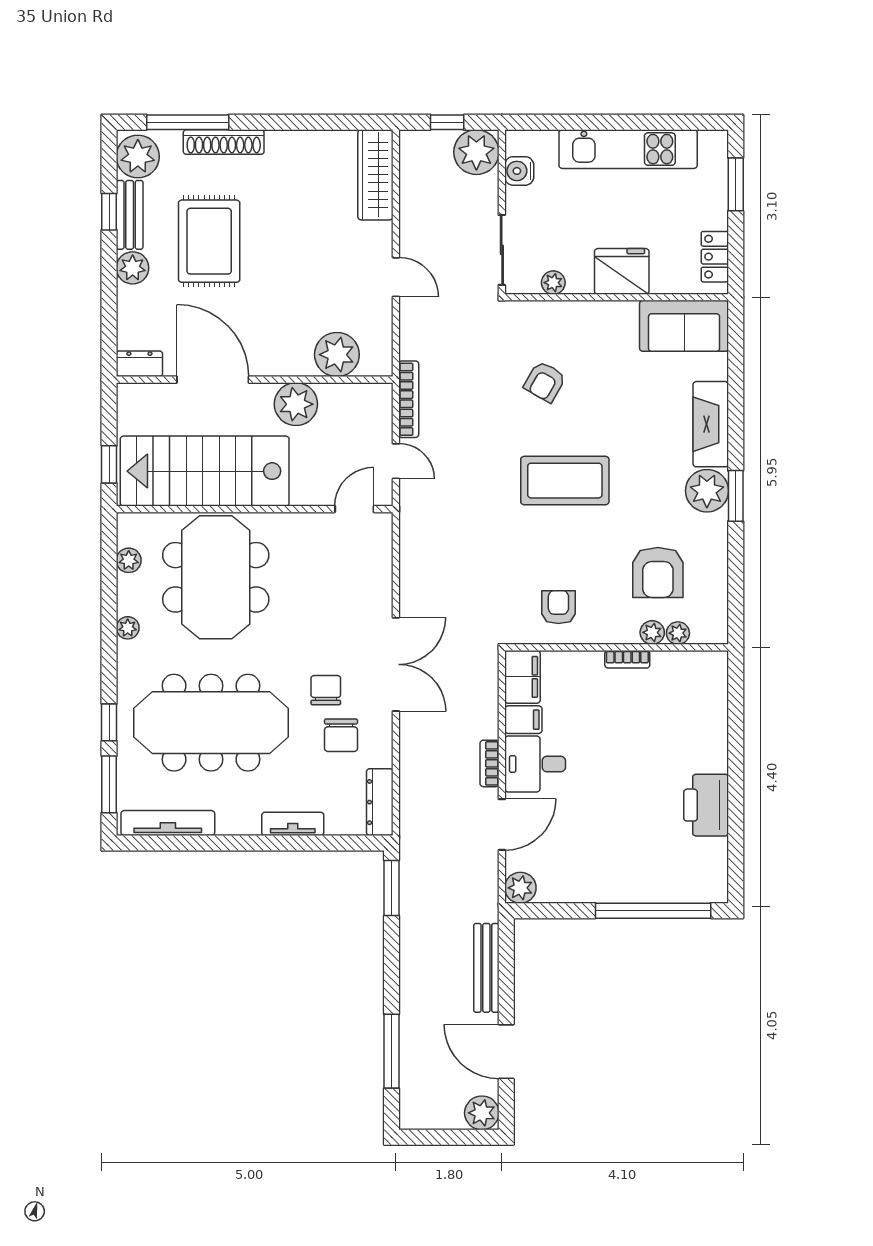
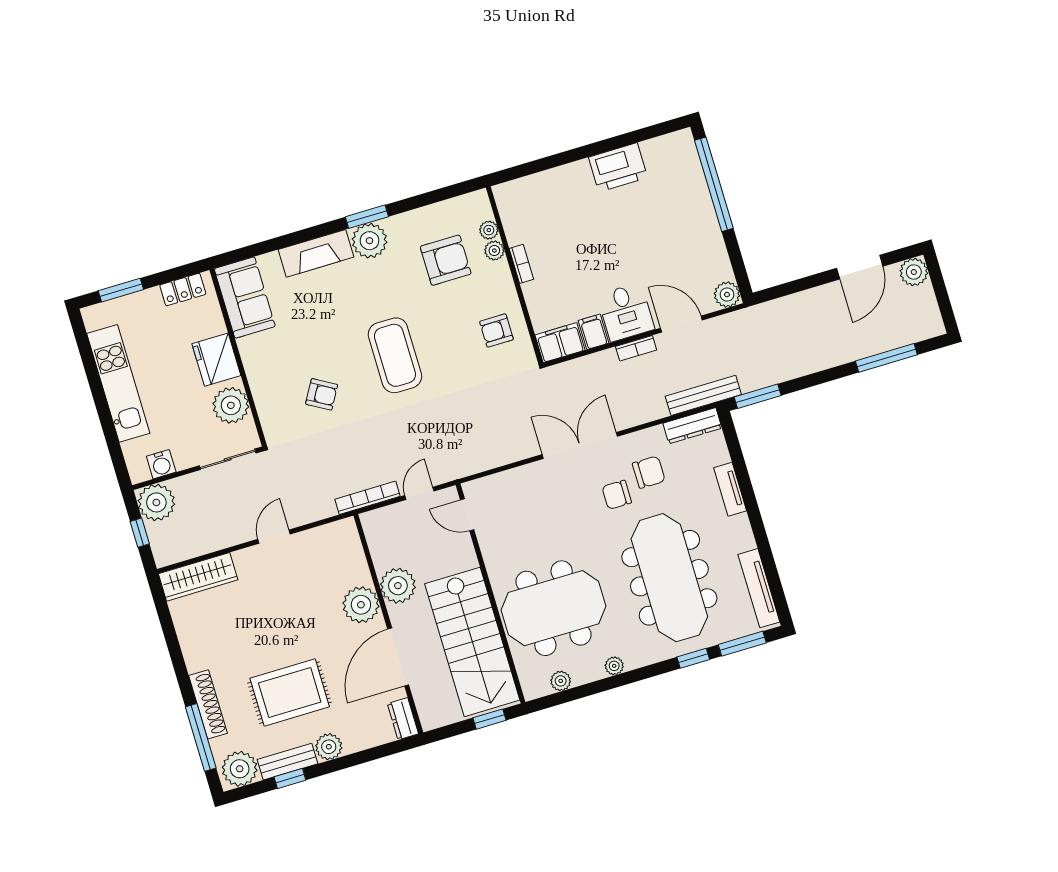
plant: (553, 283) -> (231, 405), width x1.88, depth x1.88
plant: (337, 355) -> (361, 605), moved
bench: (486, 968) -> (703, 395), moved

